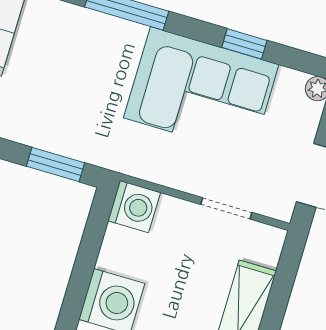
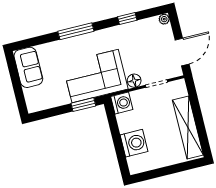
corner sofa: (201, 91) -> (95, 76), moved, turned 180
floor lamp: (185, 176) -> (134, 81), added

